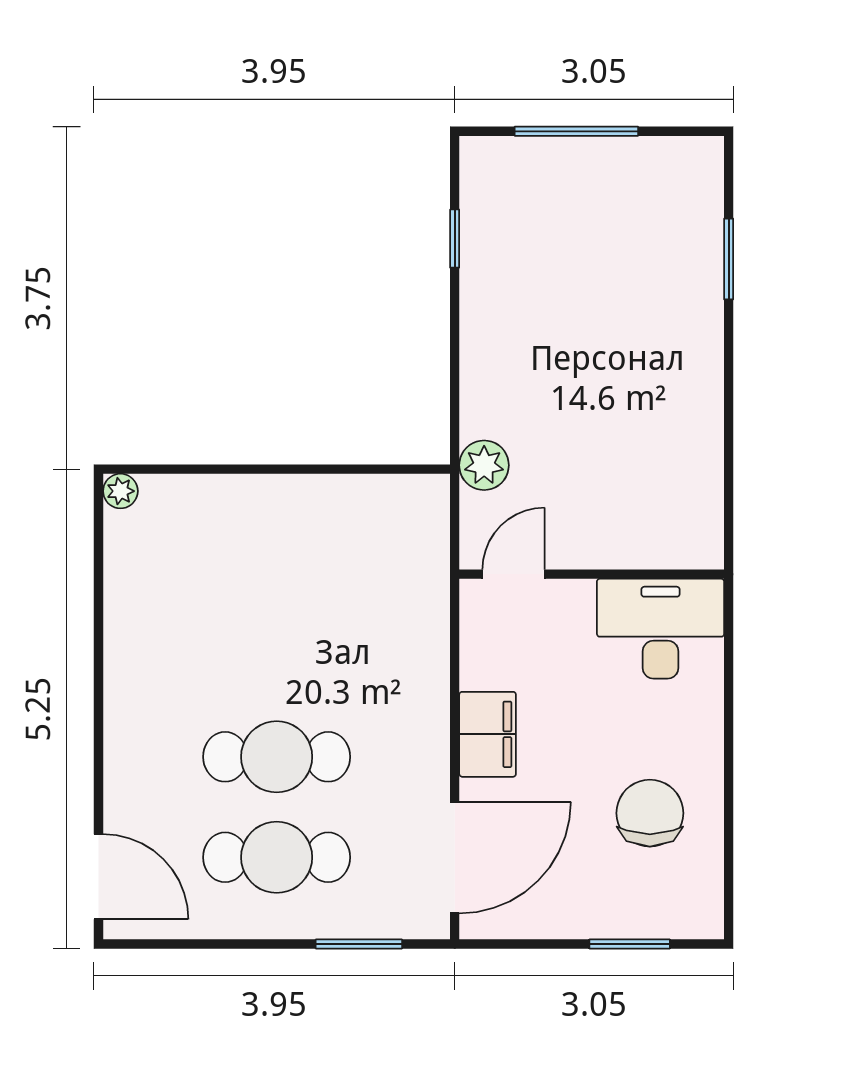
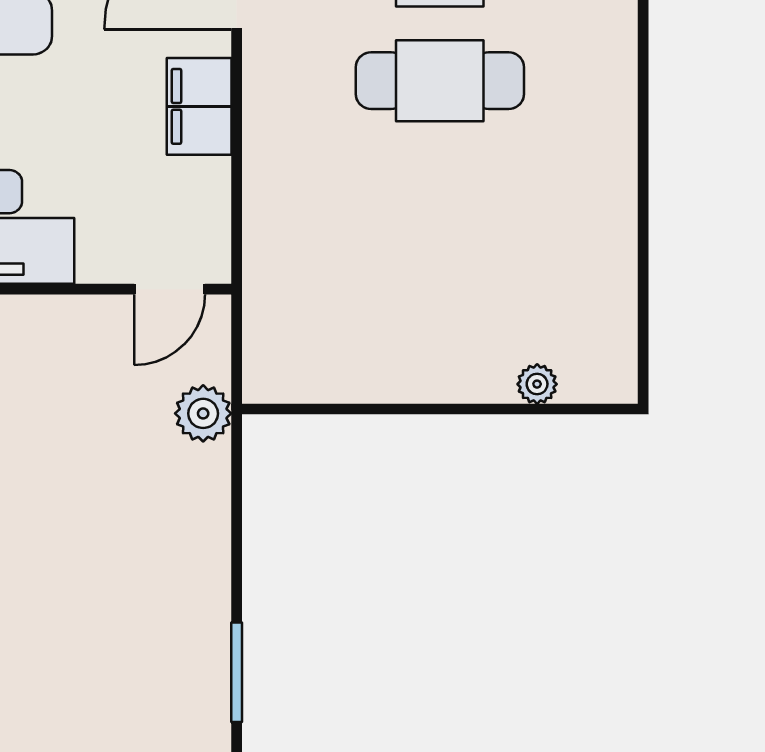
window: (455, 239) -> (237, 672), width x1.50
plant: (120, 491) -> (537, 384), moved

